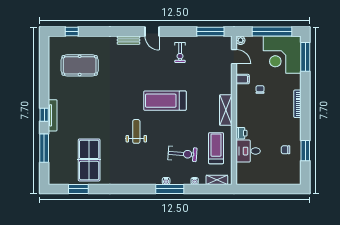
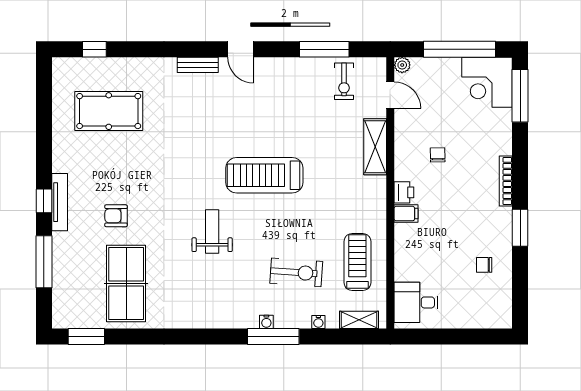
window: (210, 31) -> (324, 49), moved
exercise bike: (180, 53) -> (344, 81), moved
corner desk: (282, 55) -> (487, 82), width x0.74, depth x0.74
filing cabinet: (243, 79) -> (406, 214), moved
shelving: (226, 110) -> (375, 147), moved
armchair: (84, 123) -> (116, 216), added
printer: (241, 133) -> (404, 192), moved
desk: (248, 151) -> (416, 302), moved
window: (305, 151) -> (520, 228), moved
window: (78, 189) -> (86, 336), moved

